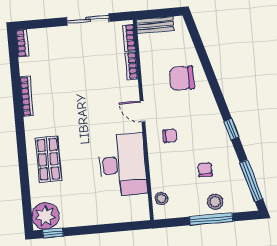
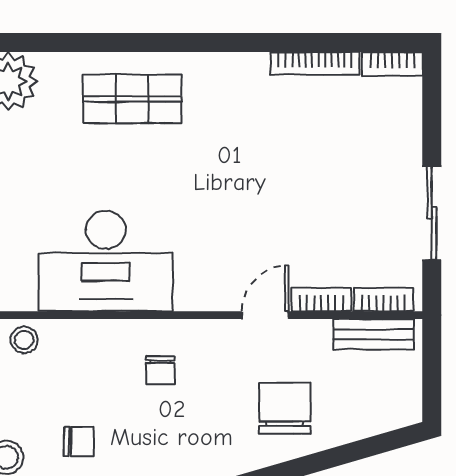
bench: (155, 25) -> (374, 334), moved, turned 90
bookcase: (27, 96) -> (315, 63), moved
door: (143, 111) -> (265, 315), moved

